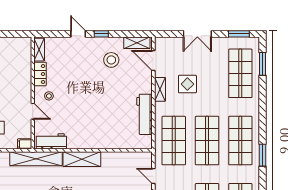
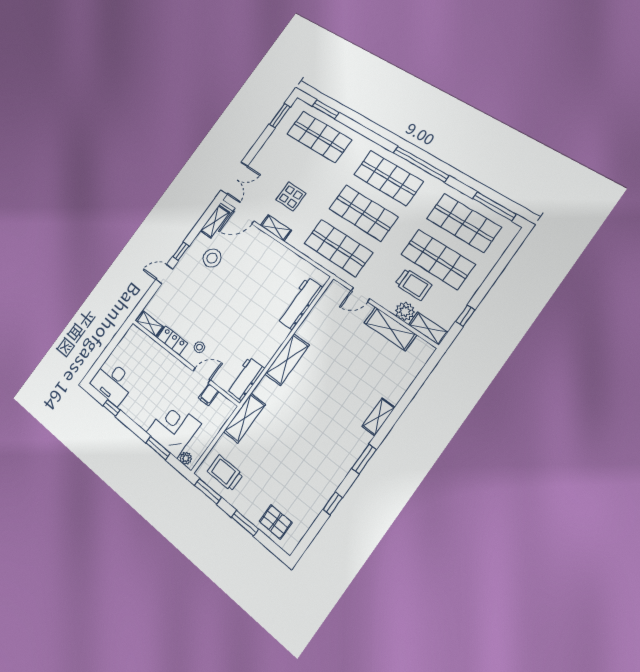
double door: (197, 34) -> (234, 178), moved
workbench: (145, 114) -> (300, 303), moved, turned 90
filing cabinet: (25, 144) -> (209, 395), moved
window: (262, 155) -> (421, 164), width x2.11
shelving: (36, 159) -> (244, 418), width x0.68

